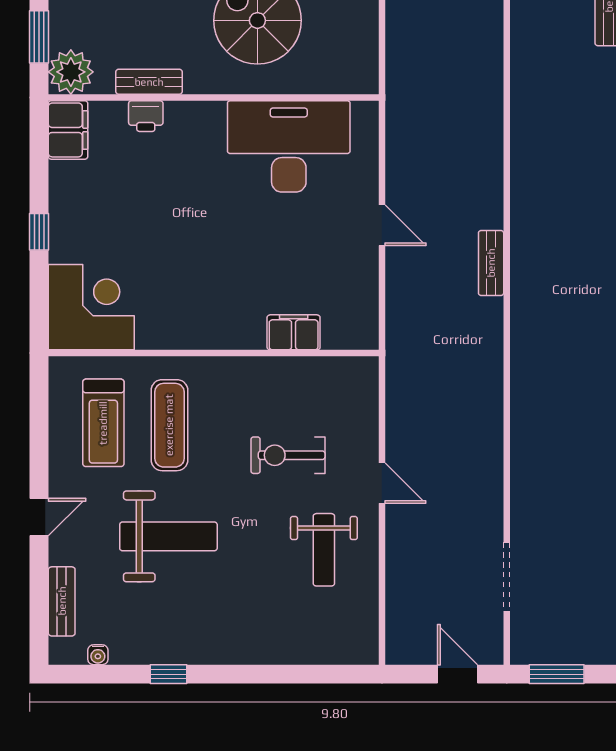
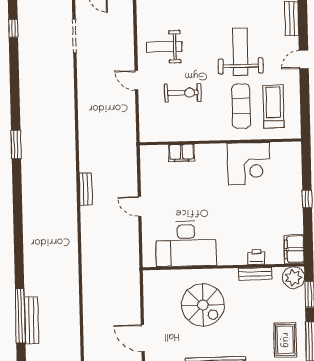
corner desk: (91, 307) -> (249, 164), moved, turned -90
weight bench: (168, 536) -> (240, 52), turned 90
weight bench: (324, 550) -> (164, 47), turned -90

